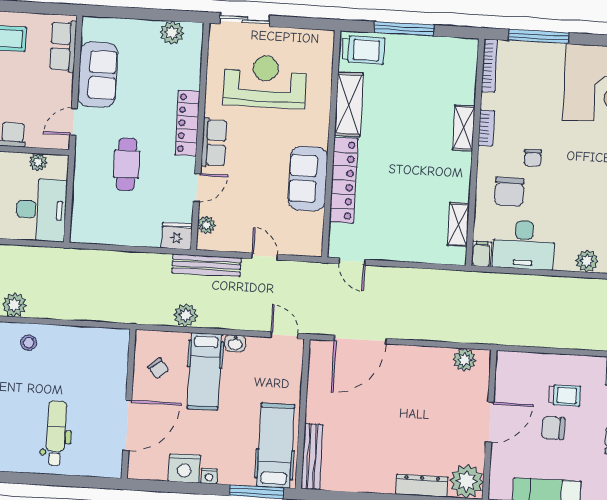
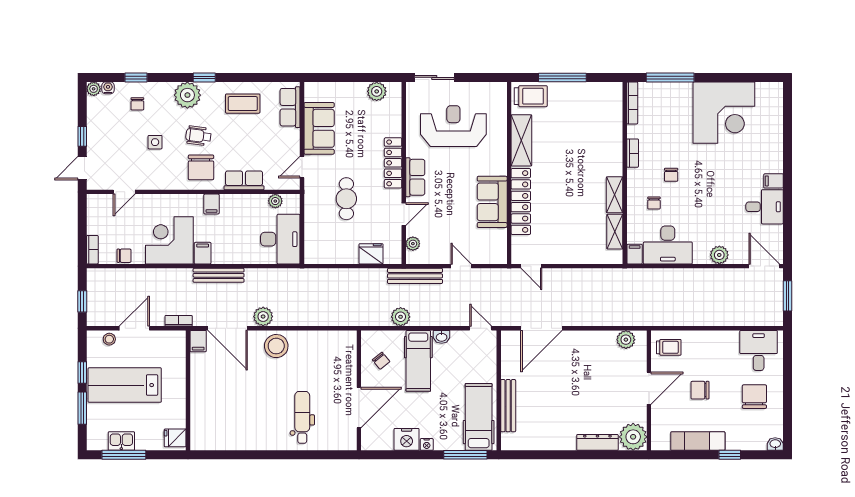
shelving: (464, 128) -> (615, 195), moved
chair: (509, 192) -> (654, 203), width x0.54, depth x0.54
fridge: (177, 236) -> (371, 254), moved
stool: (29, 343) -> (276, 346), width x1.89, depth x1.89
trolley: (565, 395) -> (669, 347), moved
bench: (312, 457) -> (508, 406), moved

